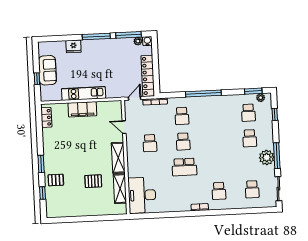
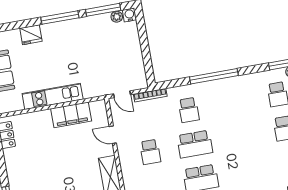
locker: (148, 76) -> (136, 62), removed
door: (135, 98) -> (122, 94), swing flipped
filing cabinet: (82, 109) -> (71, 115), moved
school desk: (183, 141) -> (195, 144), width x1.85

